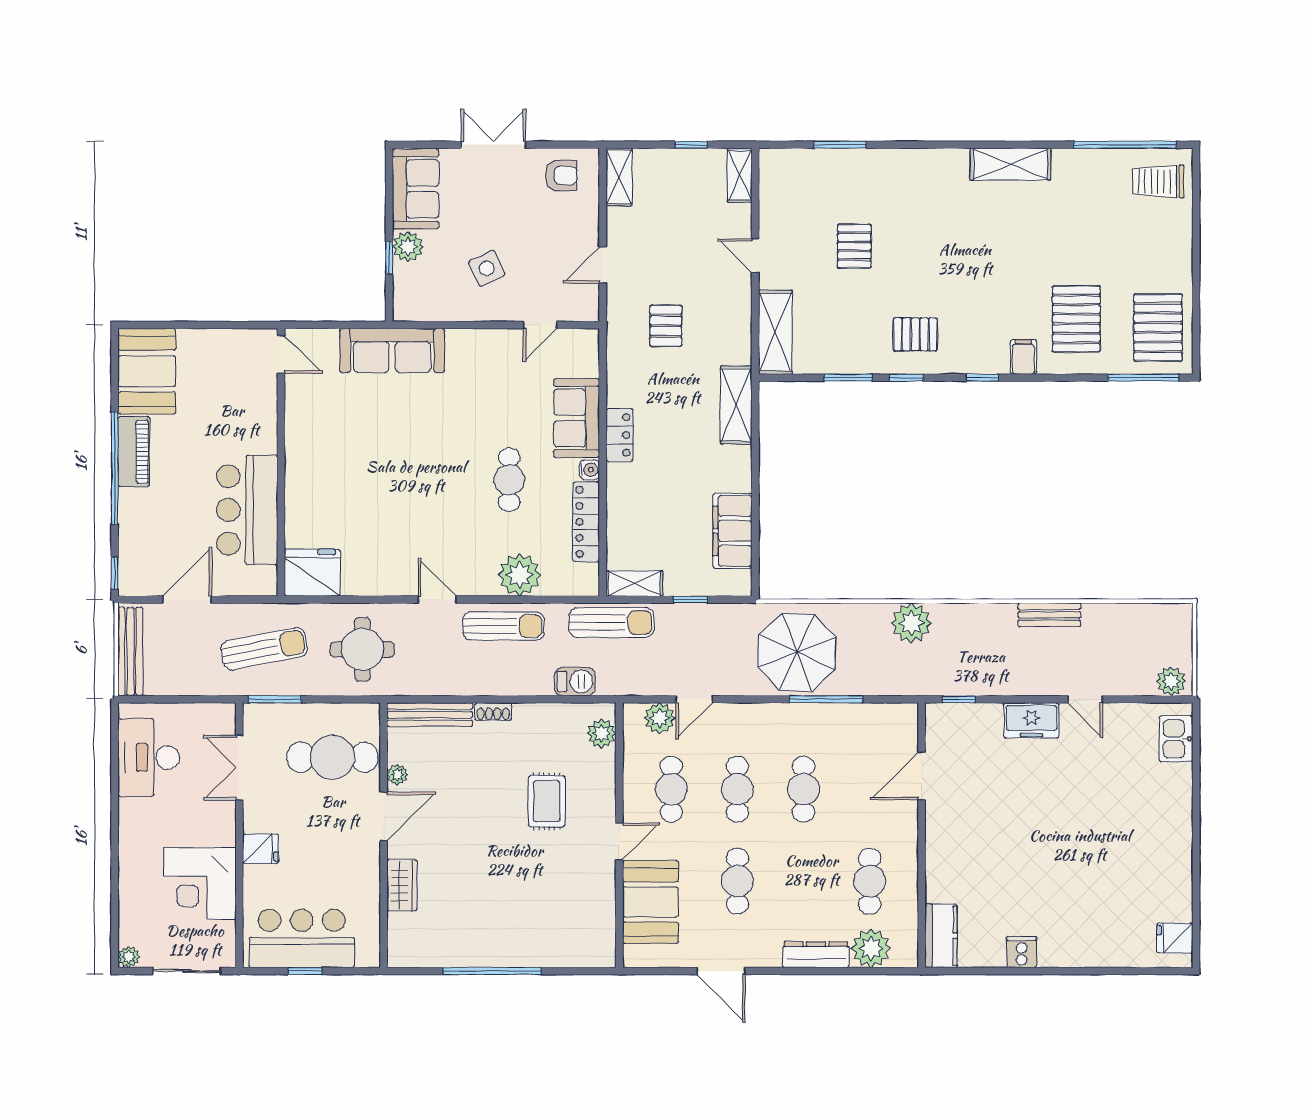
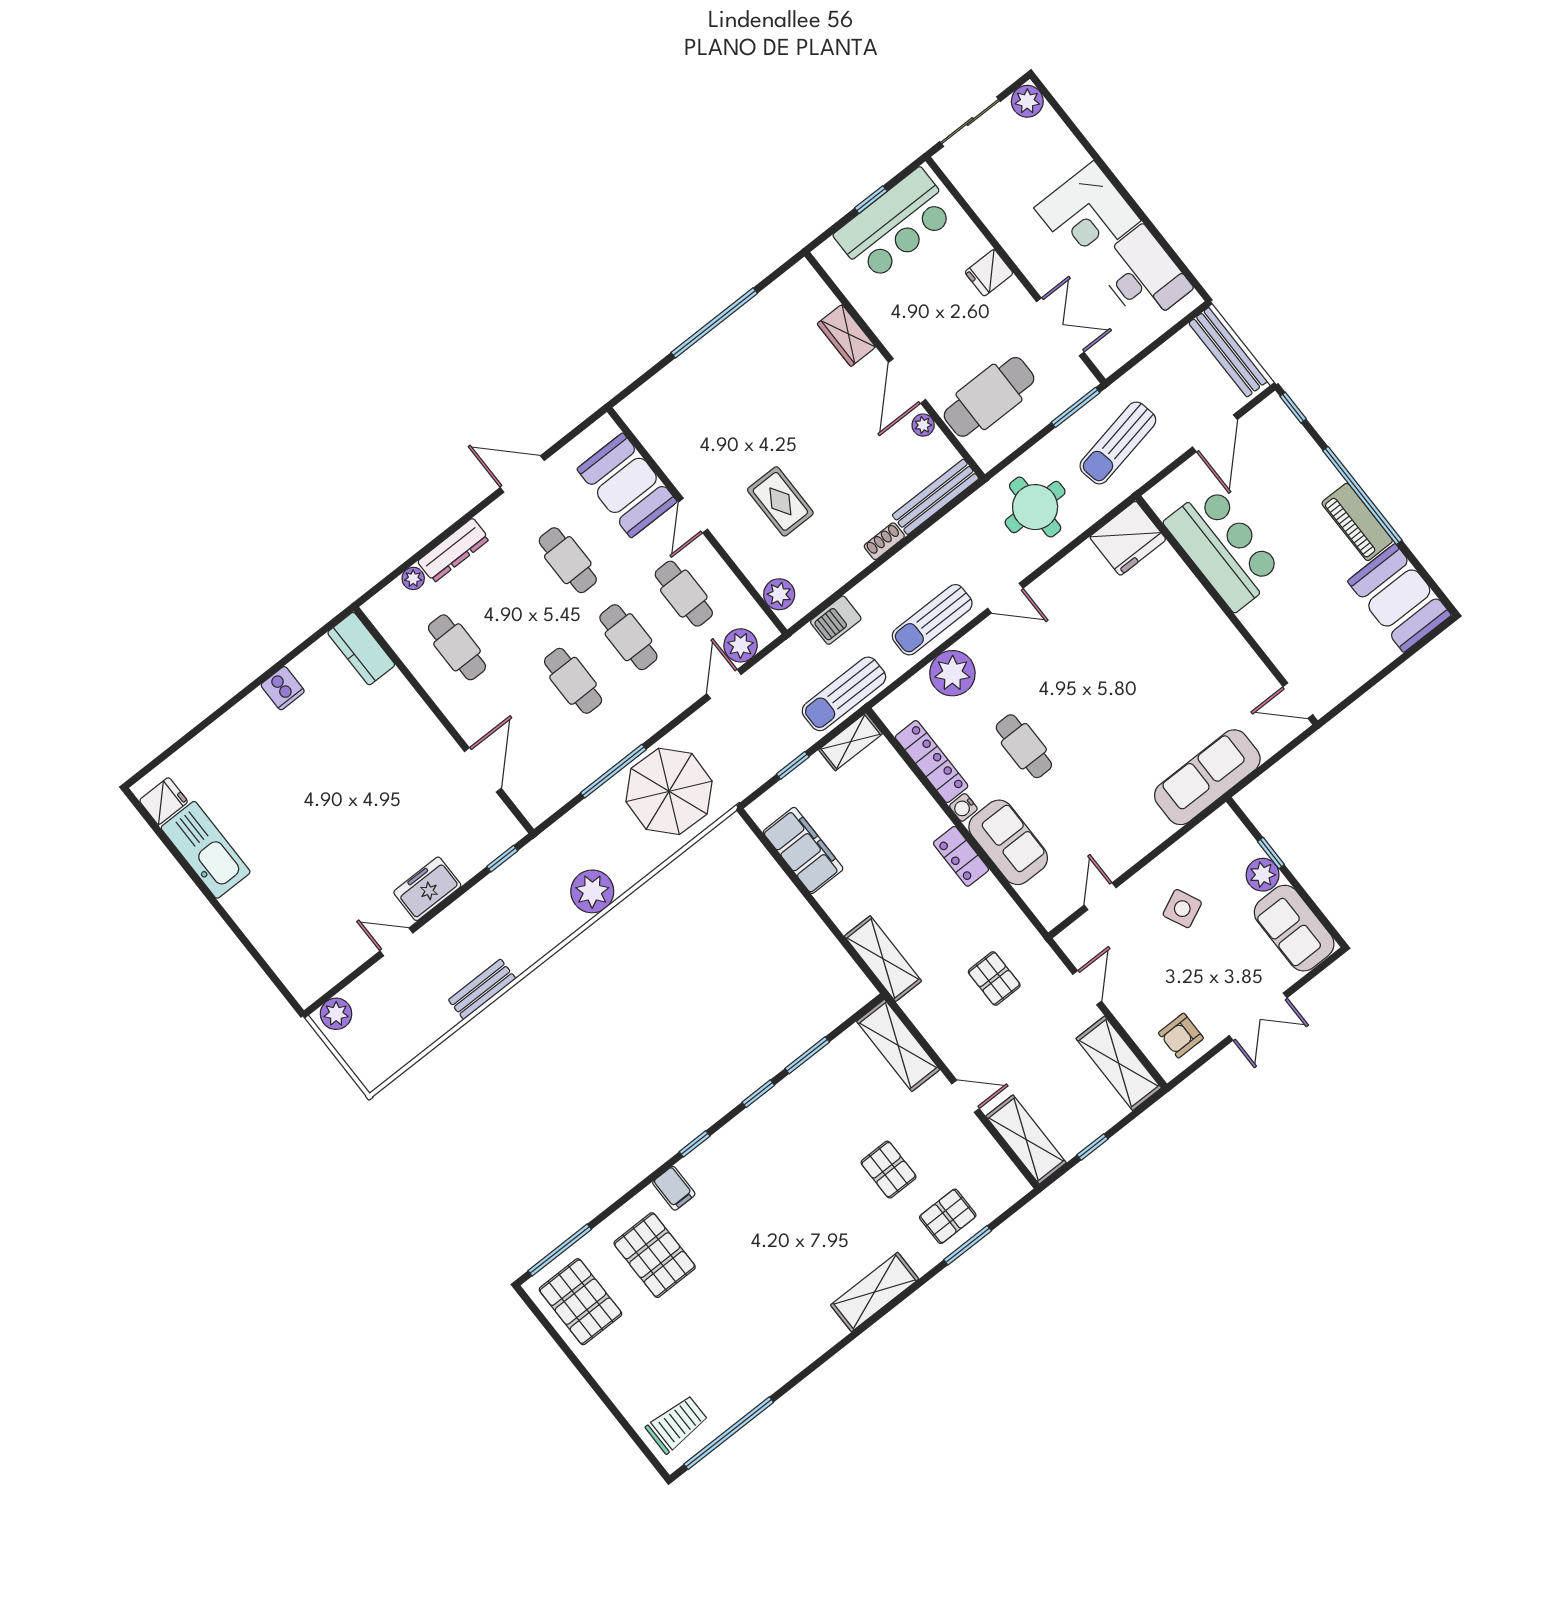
shelving: (1010, 164) -> (875, 1292), moved
shelving: (740, 175) -> (1026, 1139), width x1.50, depth x1.33
shelving: (619, 177) -> (1119, 1063), width x1.50, depth x1.33
pallet: (915, 334) -> (948, 1216), moved
kitchen sink: (1176, 739) -> (206, 850), moved, width x1.88, depth x1.24
corner desk: (200, 884) -> (1087, 214), moved, turned 180
plant: (871, 948) -> (413, 578), width x0.53, depth x0.53
plant: (129, 957) -> (1027, 101), width x1.38, depth x1.38

